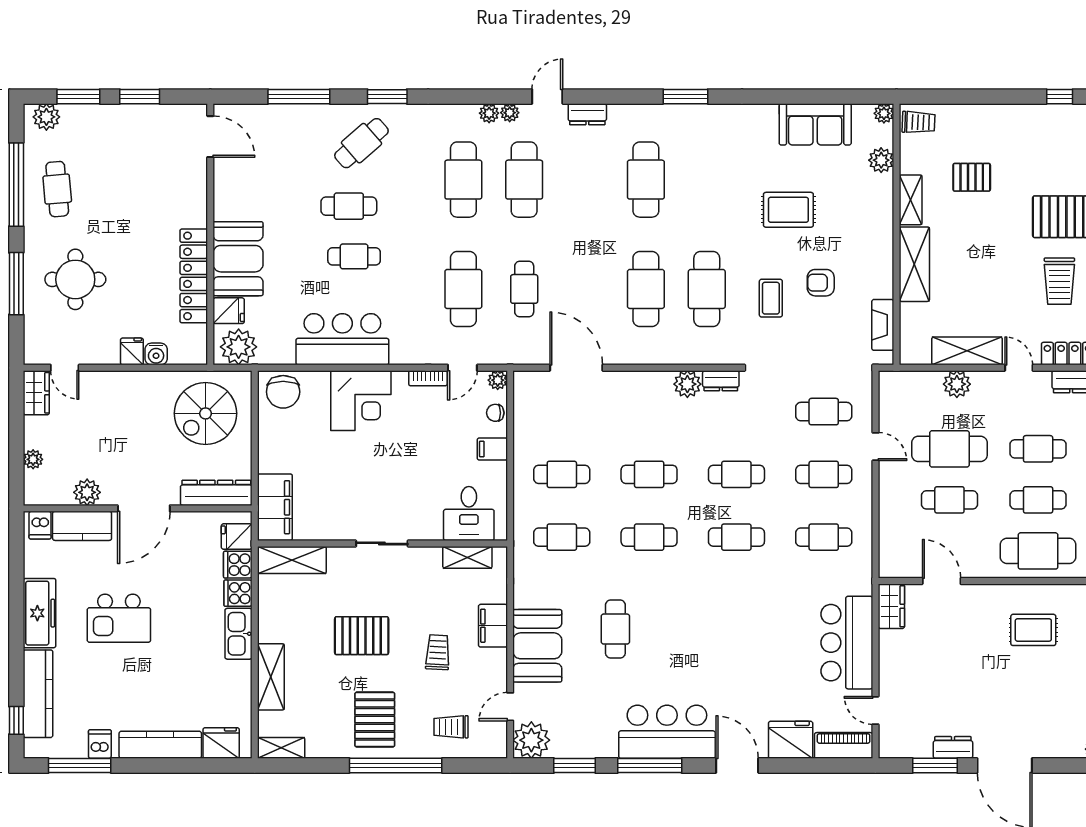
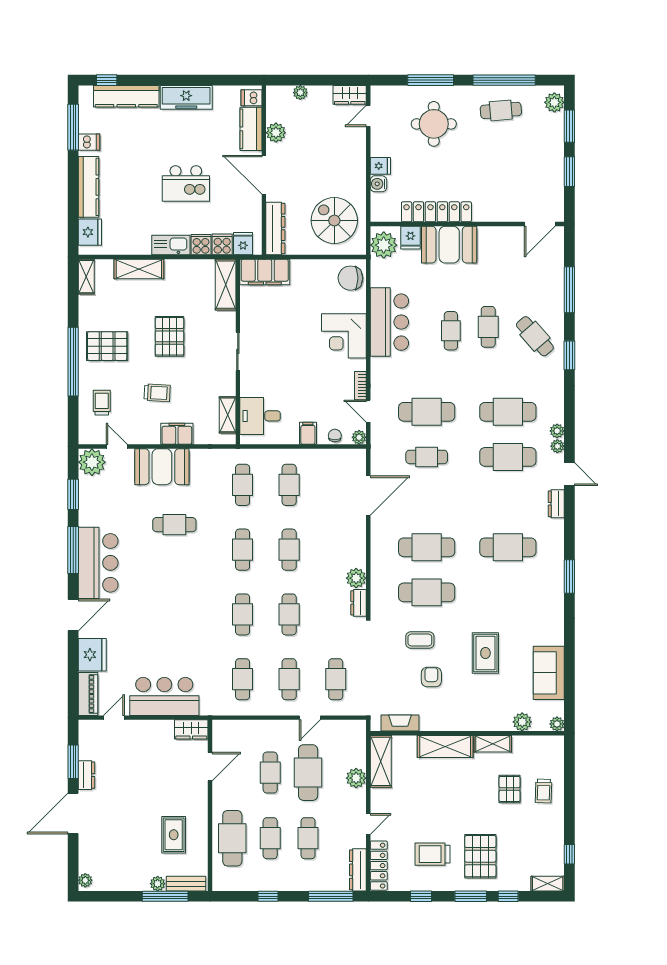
trolley: (919, 122) -> (544, 791), moved
shelving: (967, 351) -> (381, 761), moved
kitchen island: (119, 618) -> (186, 184), moved, turned -90

